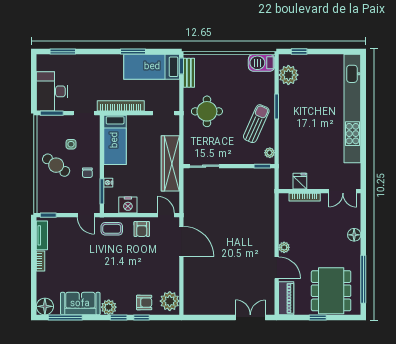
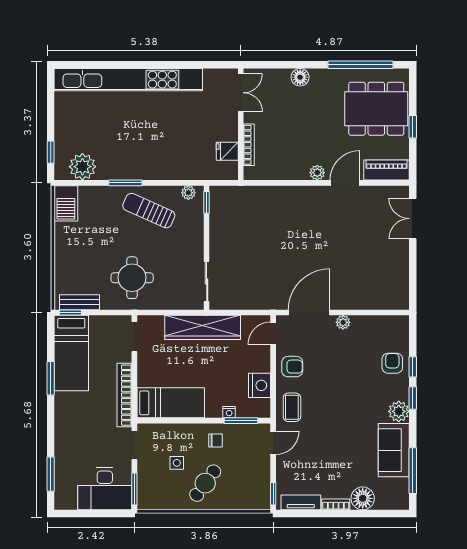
plant: (170, 301) -> (343, 322), moved, width x0.53, depth x0.53
floor lamp: (45, 306) -> (363, 498), moved

